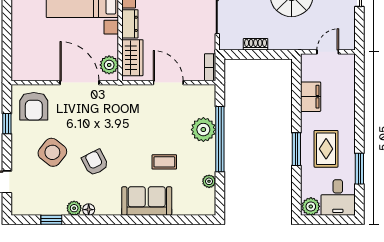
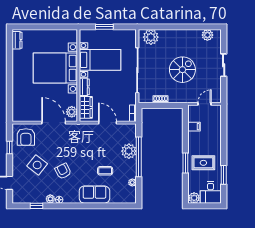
filing cabinet: (311, 97) -> (194, 127), width x0.50
rug: (326, 149) -> (203, 163), turned 90

